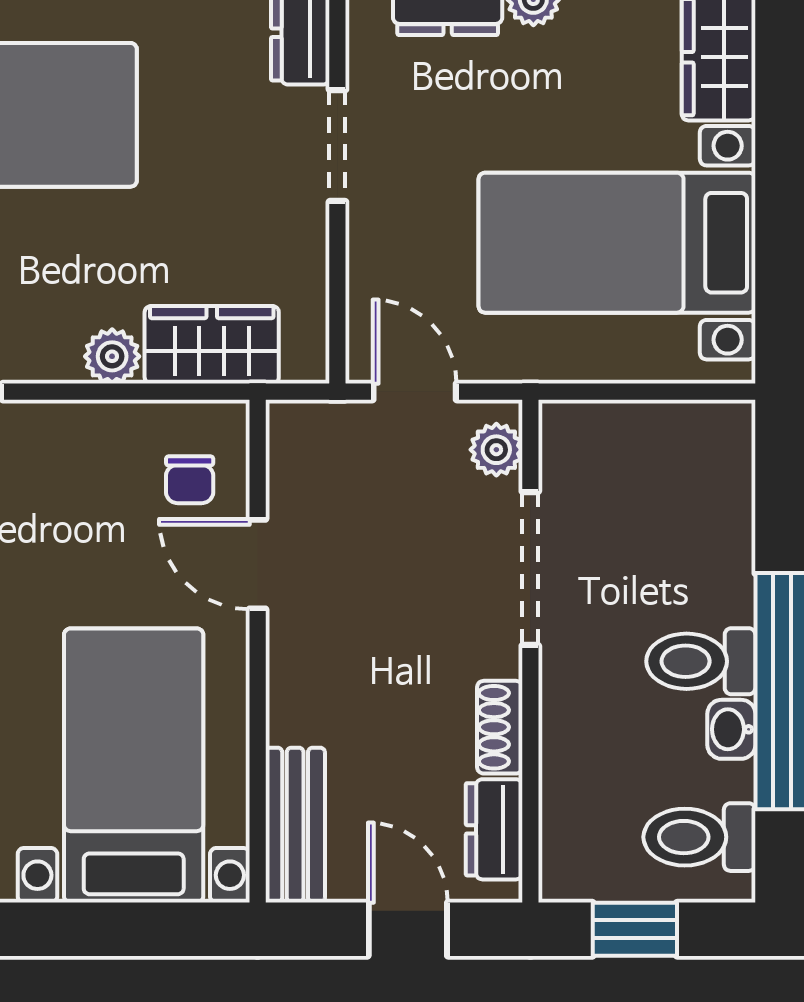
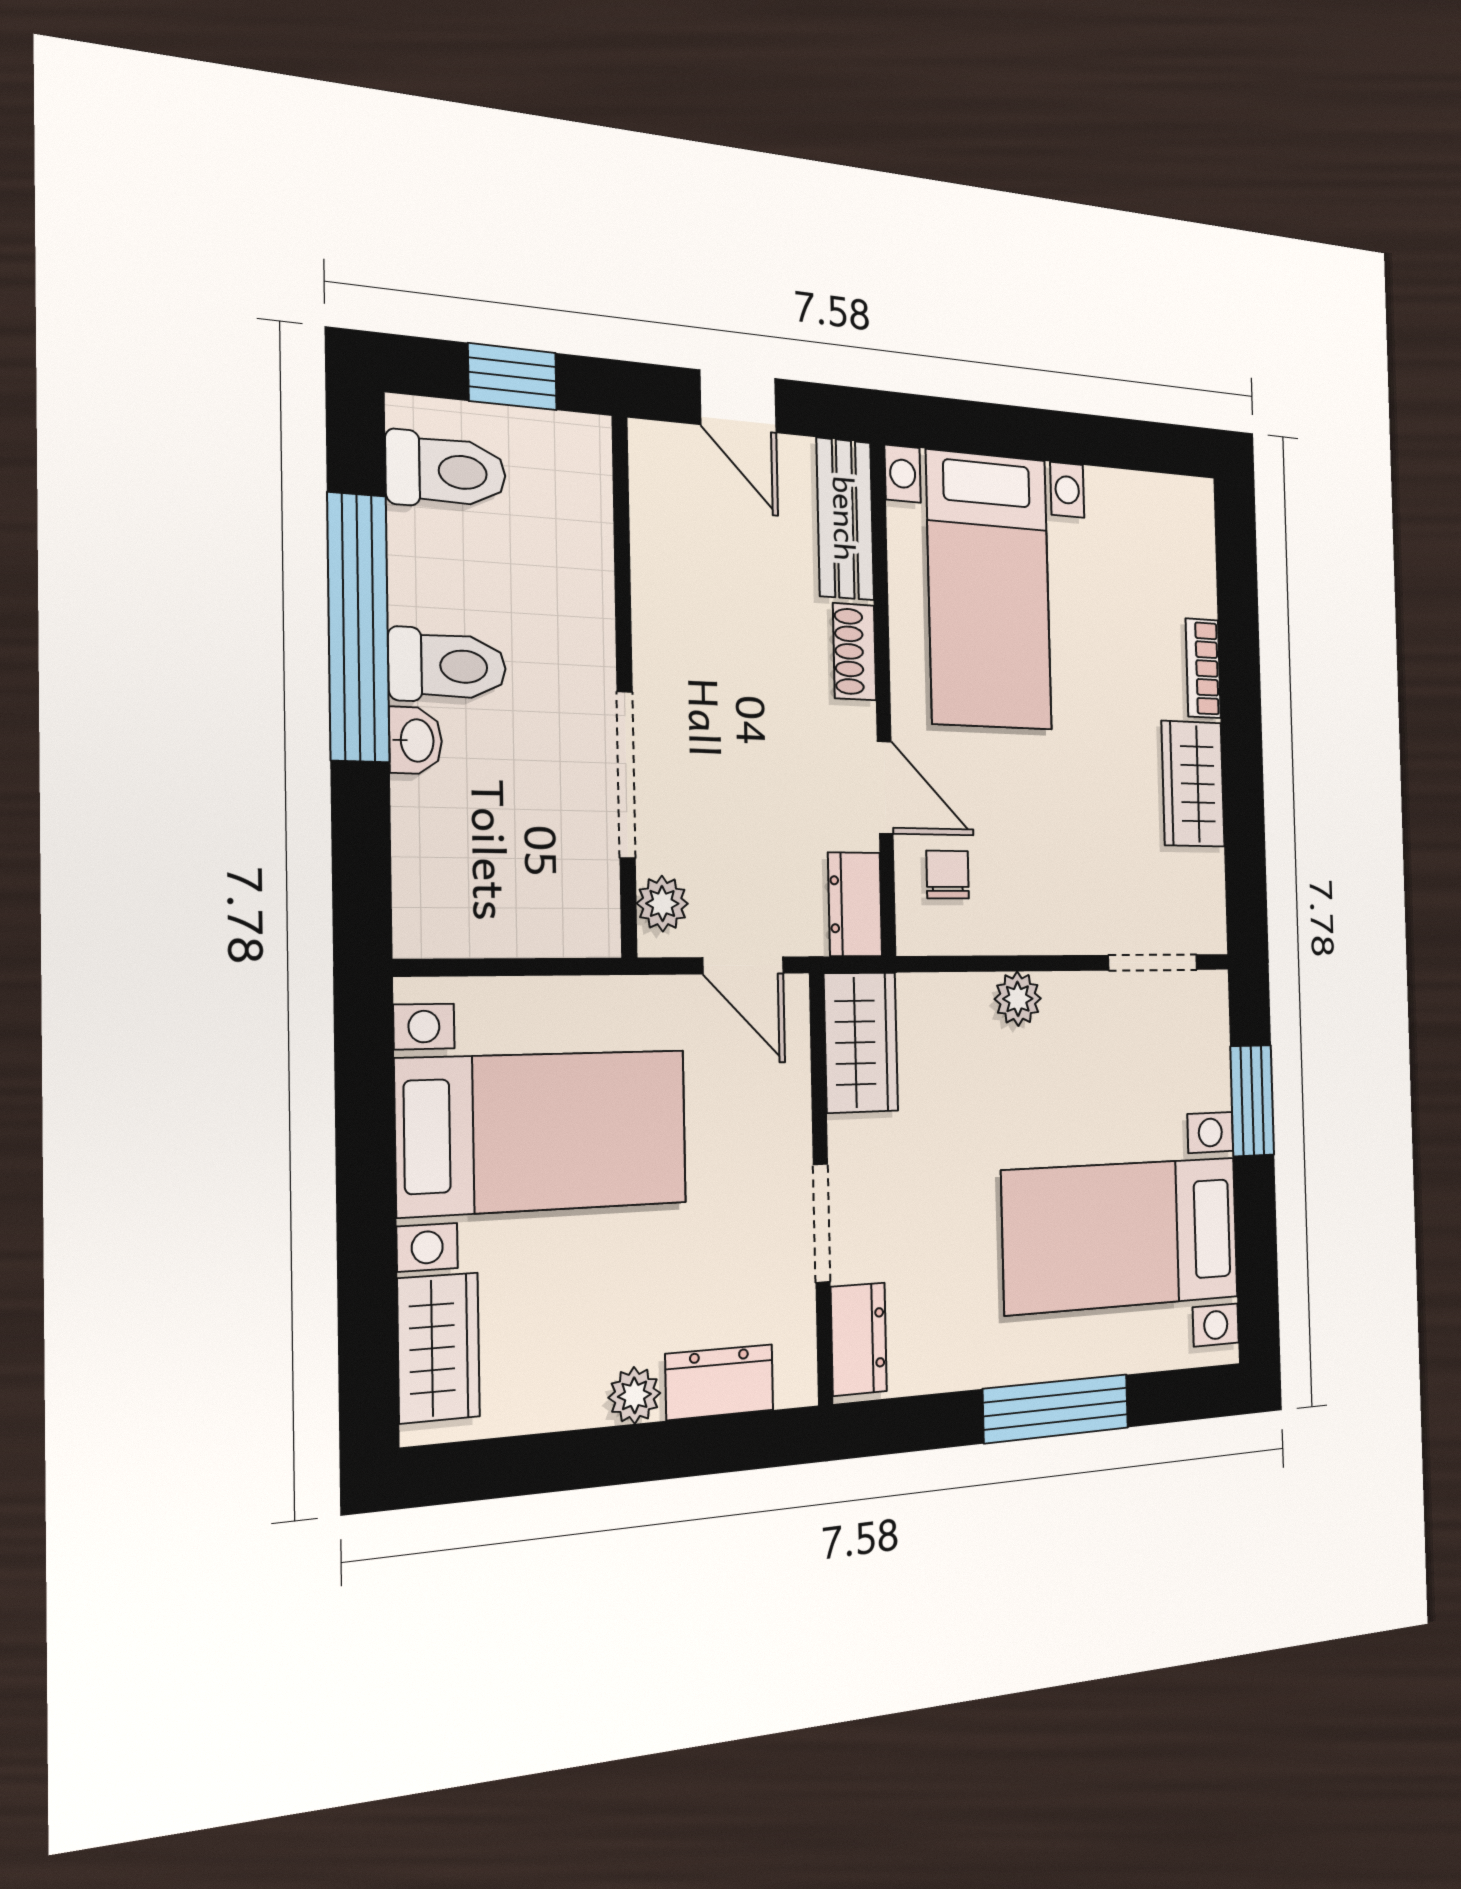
wardrobe: (212, 345) -> (861, 1042), moved, turned -90
shoe rack: (500, 727) -> (855, 652), moved, turned 180
washbasin: (731, 729) -> (416, 740), moved
dresser: (494, 829) -> (855, 904), moved, turned 180

